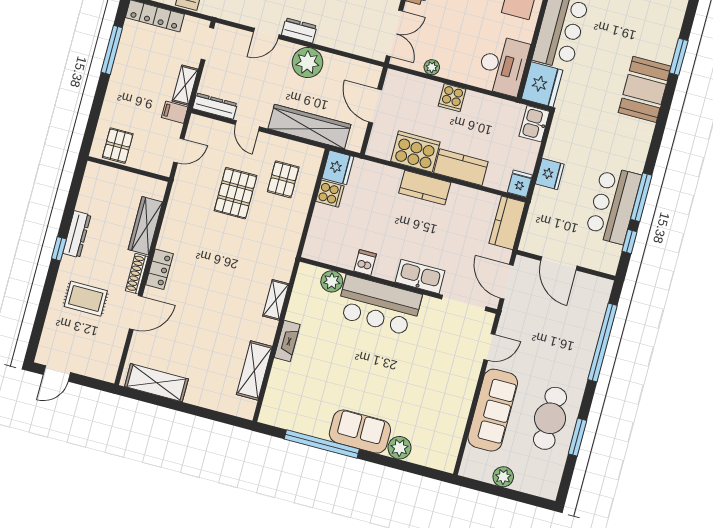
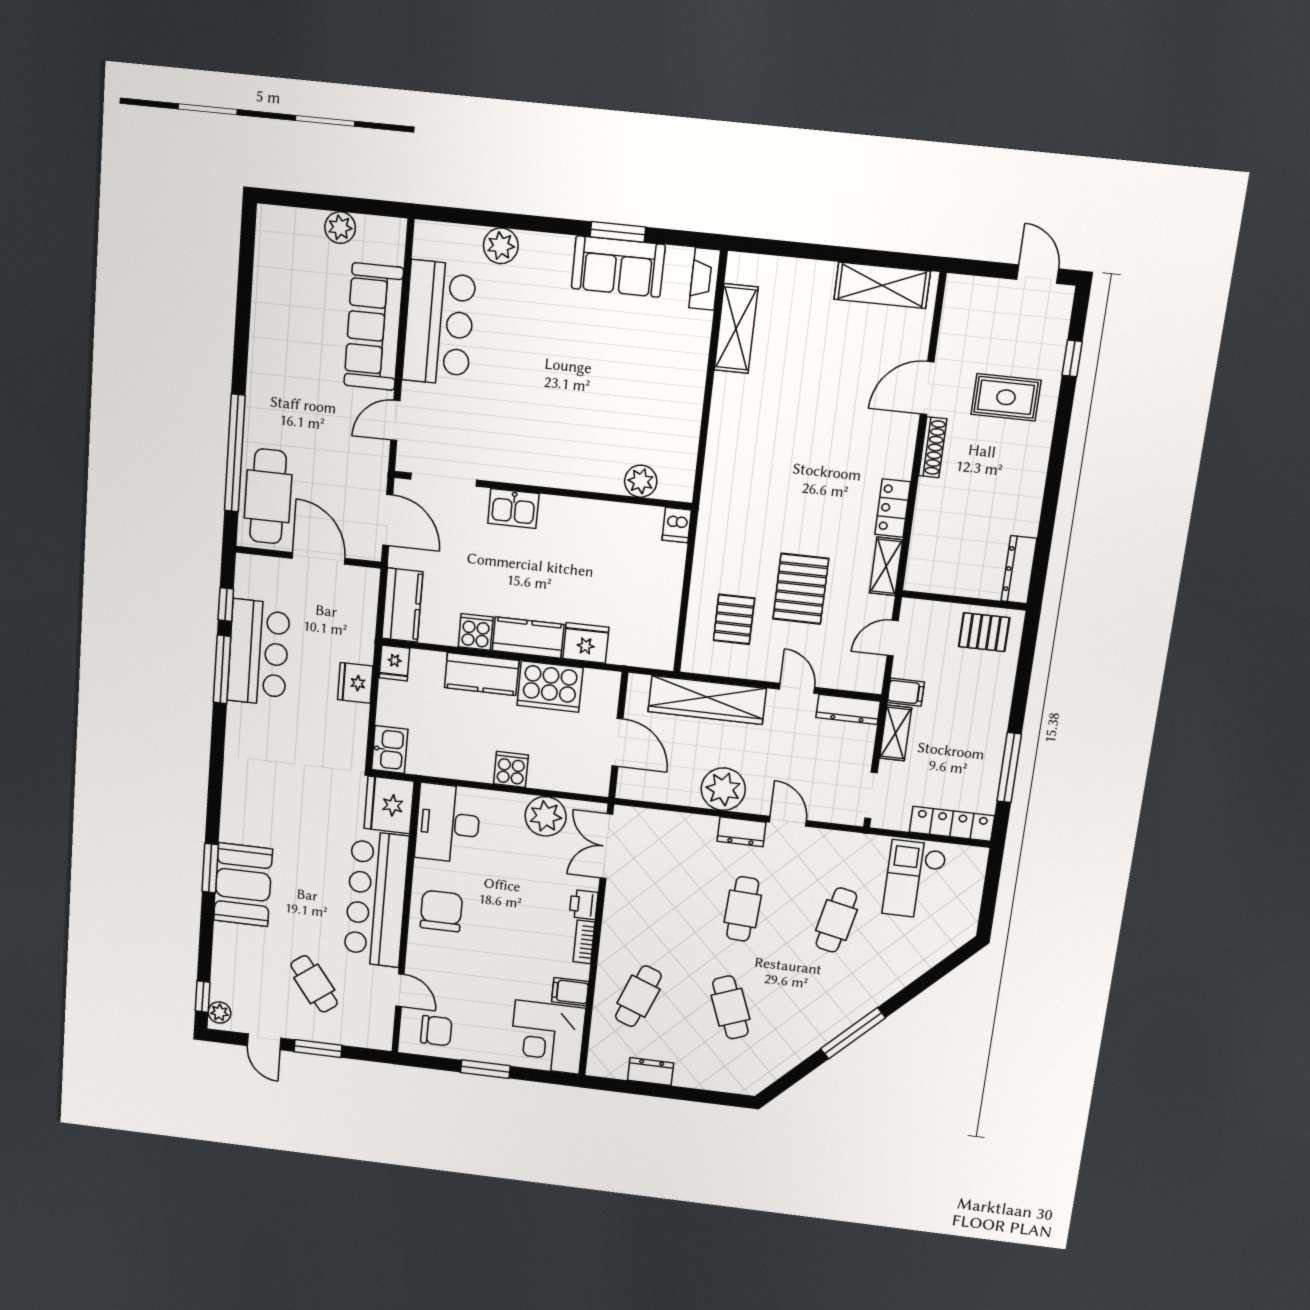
door: (266, 33) -> (788, 821), hinge flipped
plant: (432, 67) -> (546, 816), width x1.88, depth x1.88
booth: (645, 89) -> (243, 885), moved
pallet: (118, 146) -> (984, 632), turned 90
fridge: (338, 167) -> (586, 643), moved, turned 90
cooker: (330, 194) -> (476, 632), moved, turned 90
wardrobe: (145, 226) -> (929, 521), removed
dresser: (77, 234) -> (1019, 570), moved
window: (59, 249) -> (1072, 358), moved
dishwasher: (365, 263) -> (677, 525), moved
locker: (159, 269) -> (893, 508), moved
kitchen sink: (420, 276) -> (513, 508), width x0.73
shelving: (276, 300) -> (886, 566), moved
bar counter: (379, 305) -> (439, 323), moved, turned 90
fireplace: (287, 341) -> (705, 279), moved
door: (57, 374) -> (1038, 274), hinge flipped
cafe table: (550, 418) -> (268, 496), moved
sofa: (360, 432) -> (618, 266), moved
window: (577, 437) -> (243, 307), removed
window: (322, 444) -> (618, 232), width x0.47

